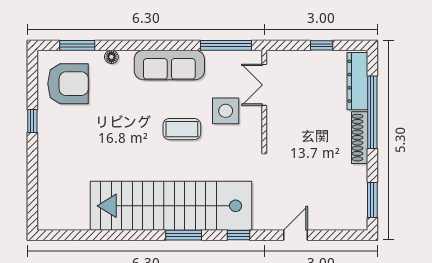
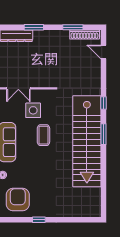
window: (372, 112) -> (34, 27), width x0.47
shoe rack: (360, 138) -> (85, 35), moved
window: (372, 200) -> (73, 27), moved
door: (296, 235) -> (103, 52), moved

